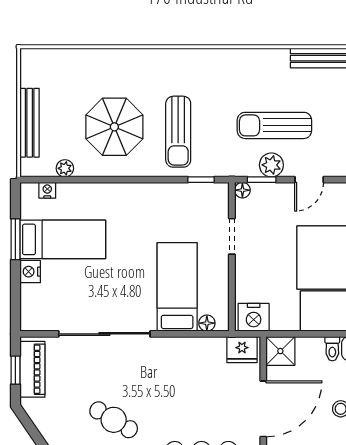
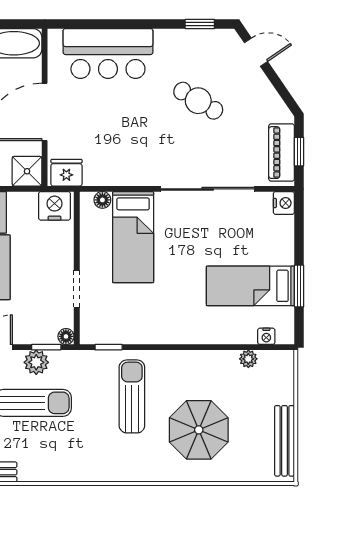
bench: (30, 123) -> (284, 441), moved
parasol: (114, 127) -> (199, 430), moved
nightstand: (30, 272) -> (284, 203), moved

